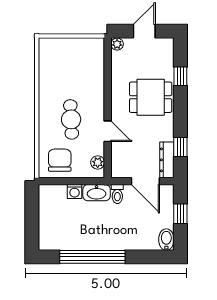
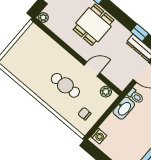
chair: (60, 160) -> (84, 114), width x0.54, depth x0.54
washing machine: (75, 191) -> (99, 136), moved

